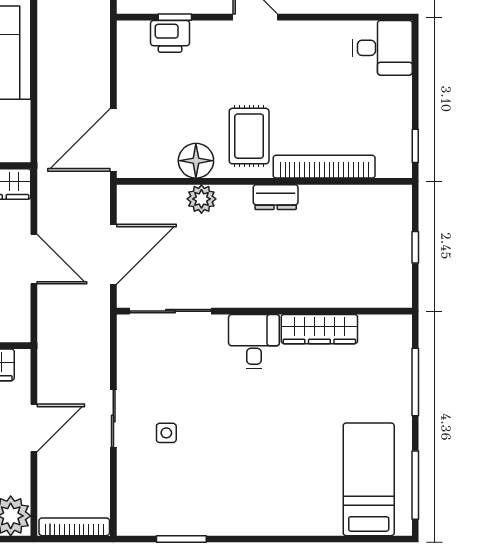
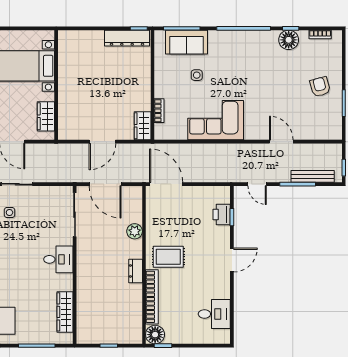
desk: (382, 48) -> (214, 314), moved, turned -90
floor lamp: (196, 161) -> (155, 335), moved
wardrobe: (319, 329) -> (65, 312), moved

